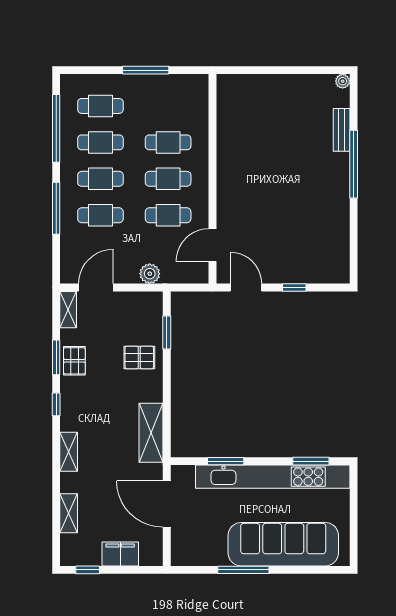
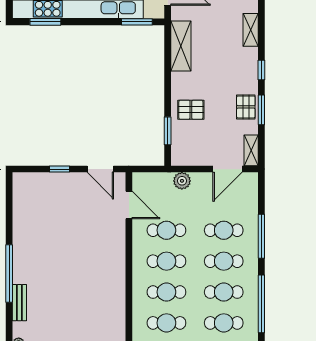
cafe table: (168, 106) -> (166, 323), added
door: (212, 245) -> (129, 205), hinge flipped
window: (226, 461) -> (137, 22), moved

